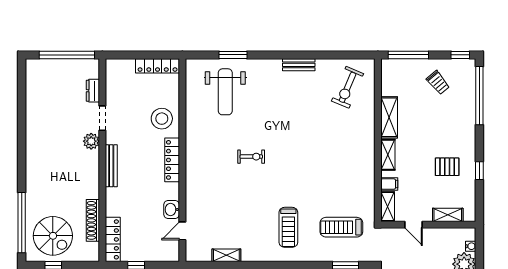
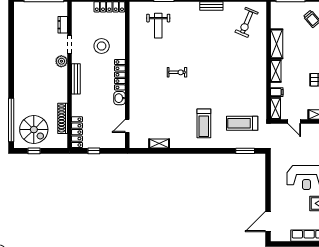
weight bench: (225, 92) -> (158, 26), width x0.73, depth x0.75
stool: (162, 119) -> (102, 46), moved
washbasin: (172, 209) -> (119, 98), moved

